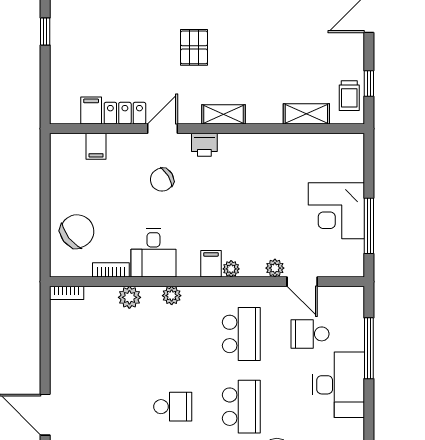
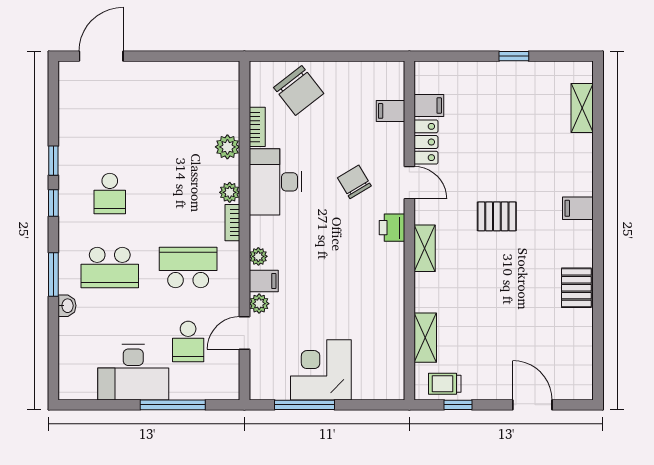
desk: (153, 253) -> (275, 182), width x1.37
filing cabinet: (211, 264) -> (264, 281), moved
bookcase: (67, 293) -> (232, 223), moved
school desk: (241, 334) -> (188, 267), turned 180
school desk: (310, 334) -> (188, 341), turned 180

